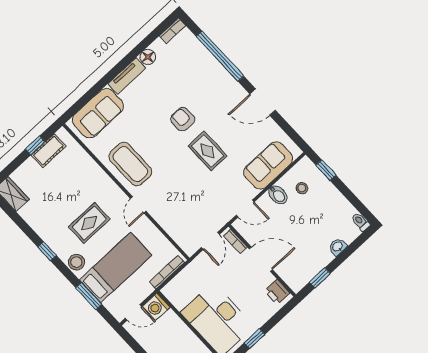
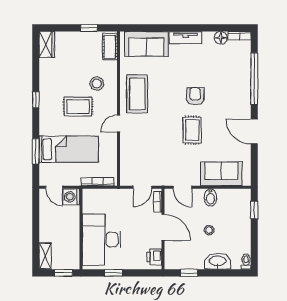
floor lamp: (148, 57) -> (221, 38), moved
cot: (49, 151) -> (110, 47), moved, turned 90
stool: (302, 188) -> (209, 230), moved
washbasin: (338, 247) -> (218, 261), width x1.91, depth x1.45
stool: (76, 262) -> (97, 84), moved

